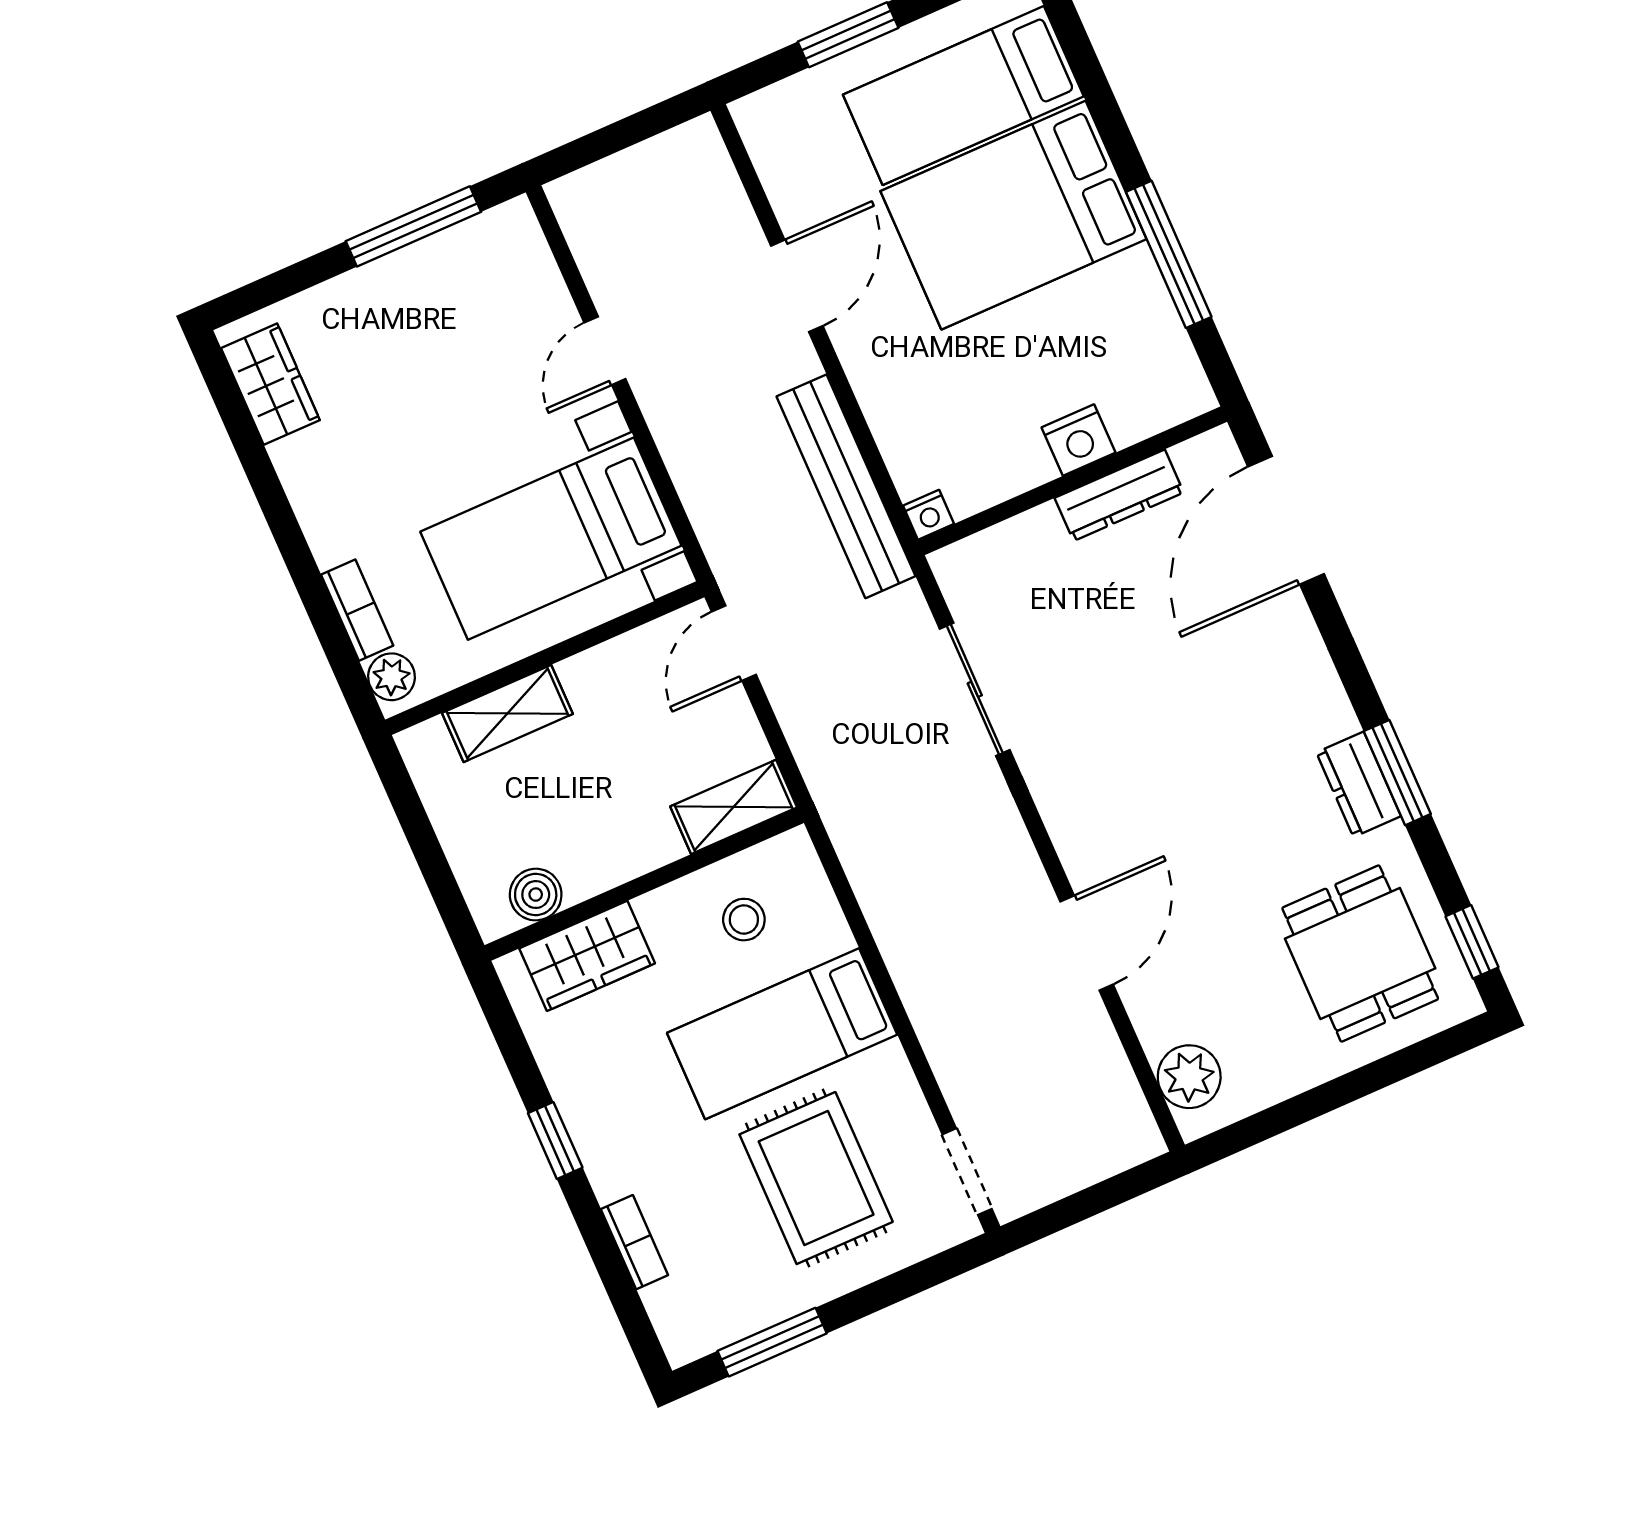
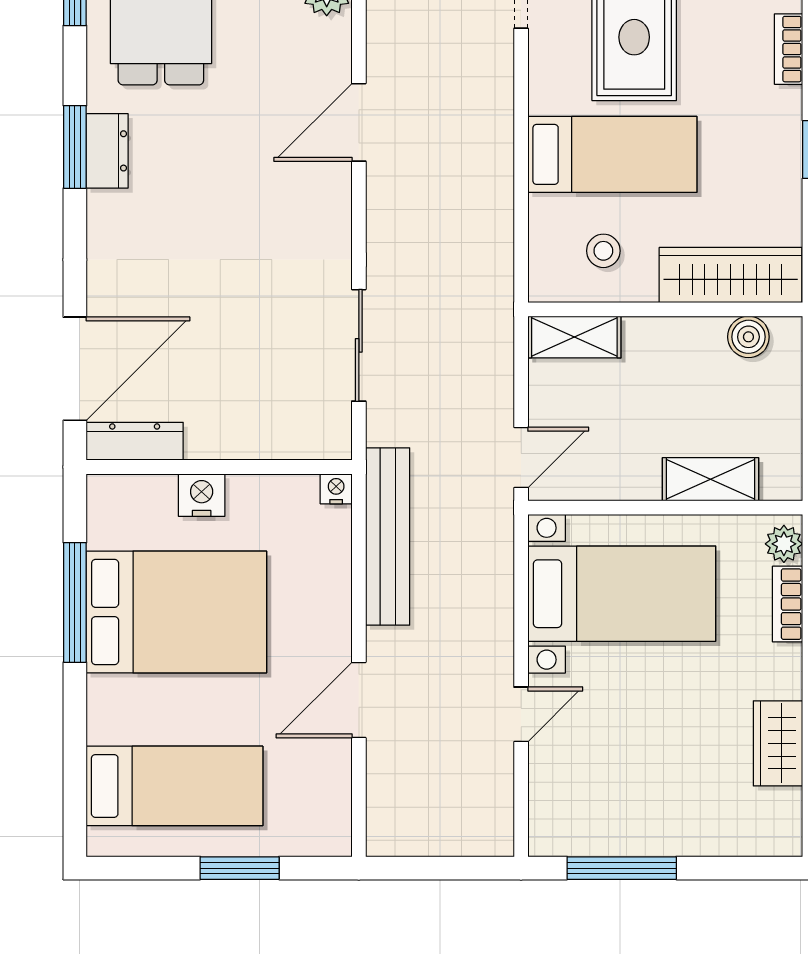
bed: (1014, 215) -> (176, 612), moved
wardrobe: (270, 384) -> (778, 743), moved
dresser: (1119, 495) -> (135, 441), moved
wardrobe: (587, 956) -> (731, 275), width x1.50

